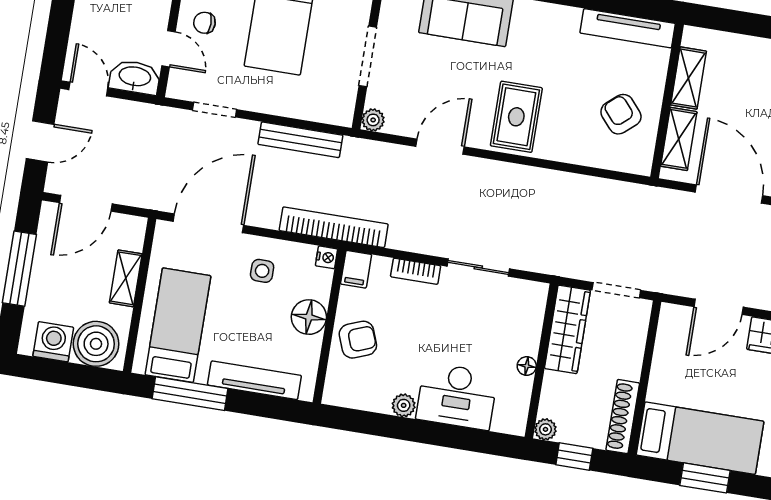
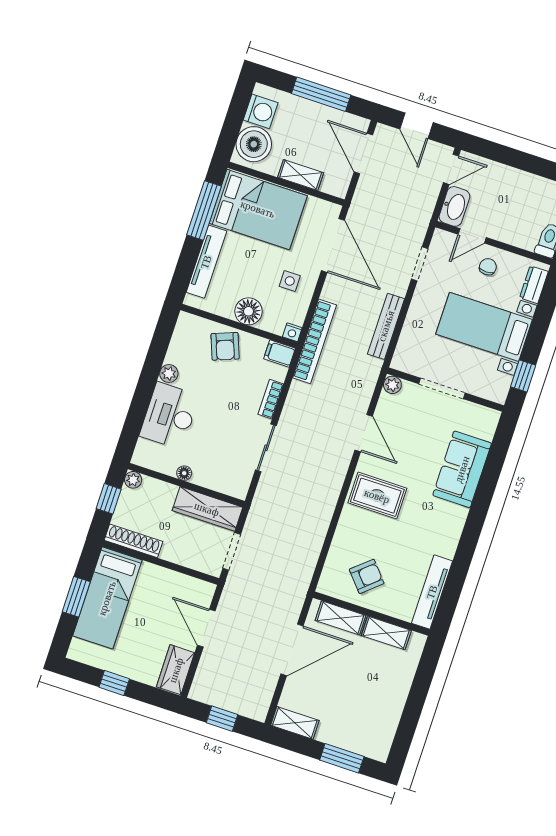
bed: (178, 325) -> (258, 209), width x1.50

